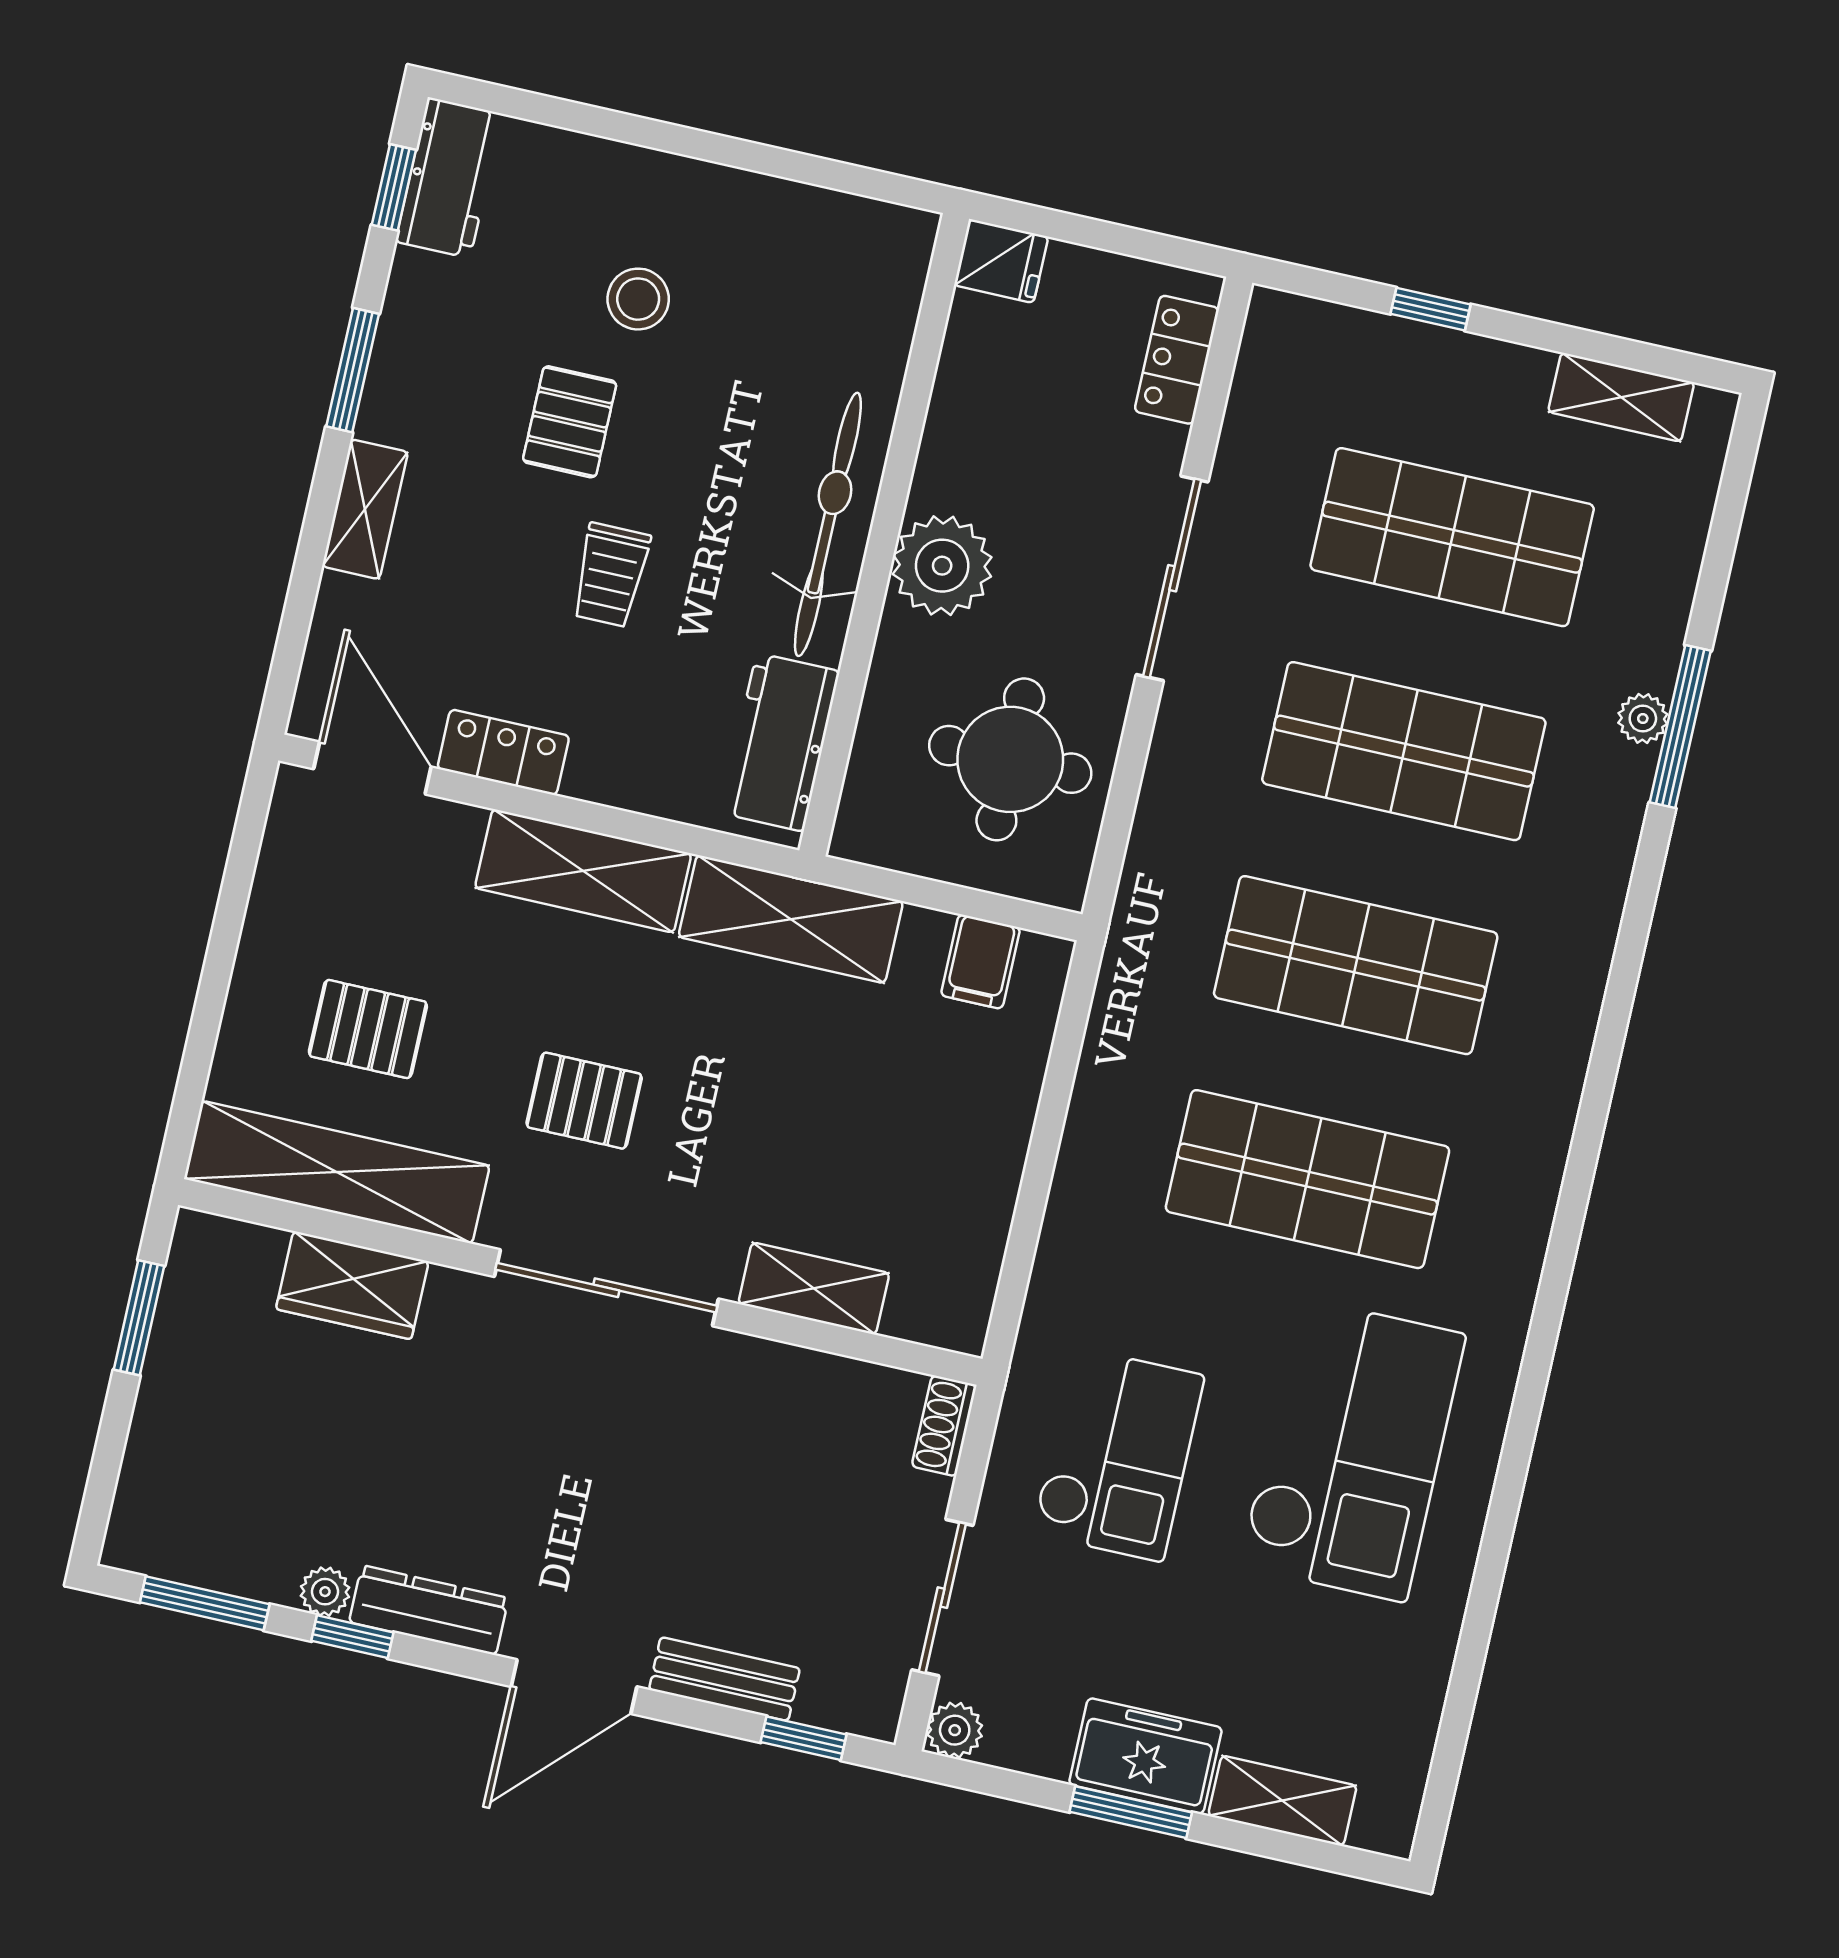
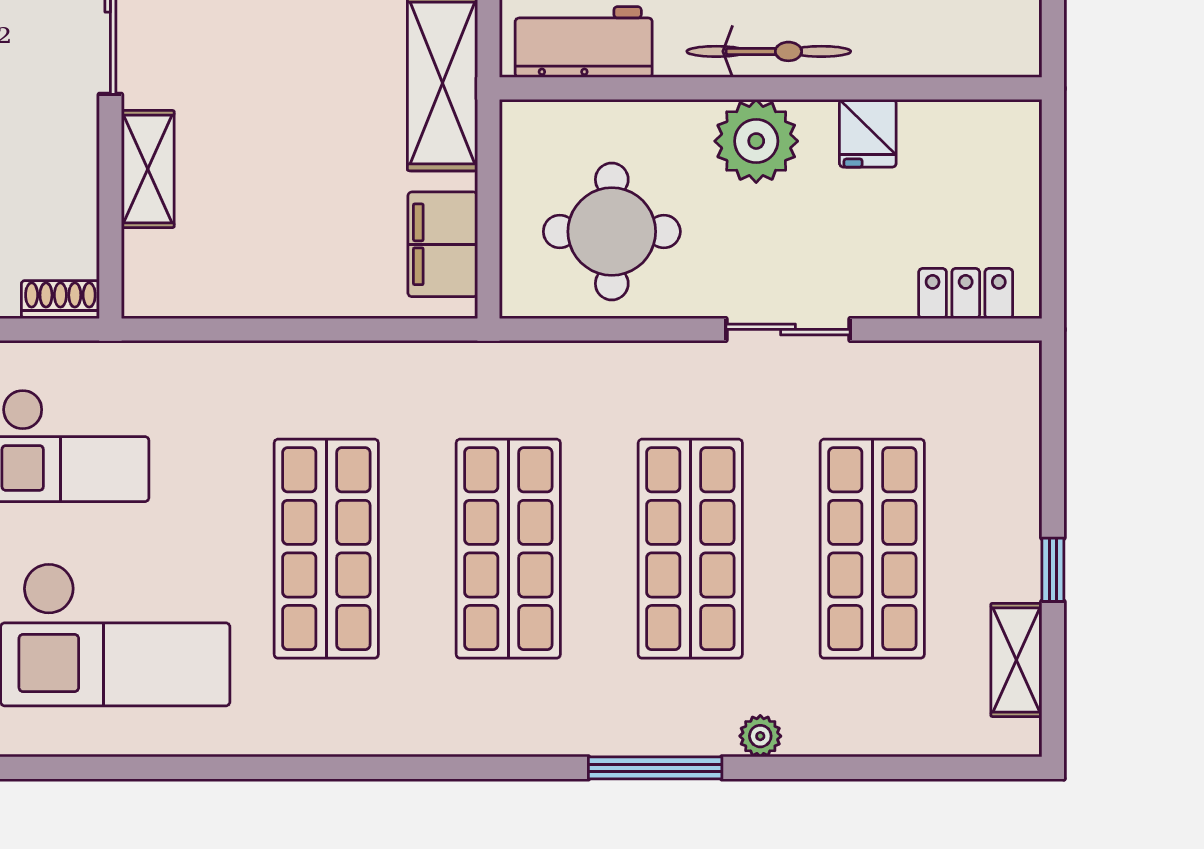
fridge: (1001, 261) -> (868, 133), moved
window: (1431, 309) -> (1053, 570), moved
bicycle: (828, 524) -> (769, 51), width x0.73, depth x0.71
sliding door: (1172, 578) -> (788, 329), width x0.73
window: (1680, 727) -> (655, 768), moved
filing cabinet: (980, 962) -> (443, 244), width x2.00

